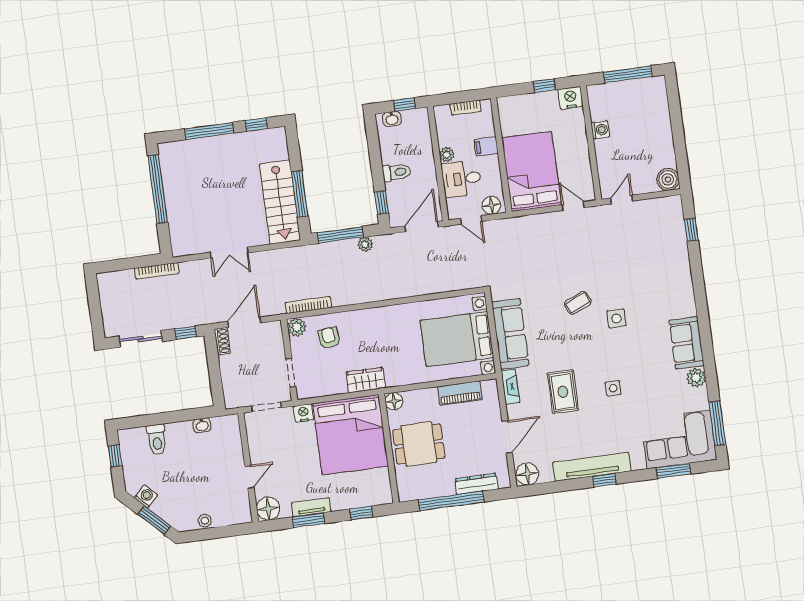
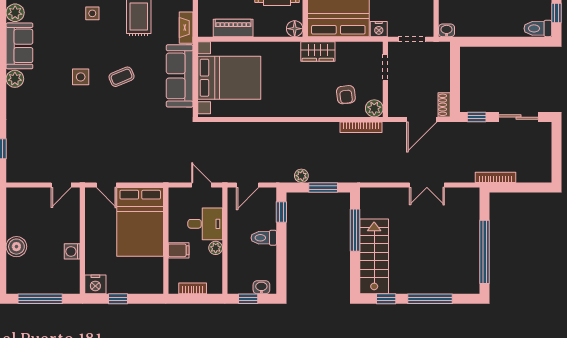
boiler: (668, 179) -> (16, 247), moved
stairs: (280, 202) -> (374, 256), moved
floor lamp: (491, 205) -> (181, 196), removed
door: (422, 227) -> (248, 185), width x0.73
window: (340, 235) -> (323, 187), width x0.69
double door: (229, 253) -> (427, 185), swing flipped
coffee table: (578, 303) -> (122, 77), moved
plant: (687, 307) -> (15, 79), added
washbasin: (202, 425) -> (447, 30), moved
toilet: (157, 439) -> (538, 28), moved, turned -90

